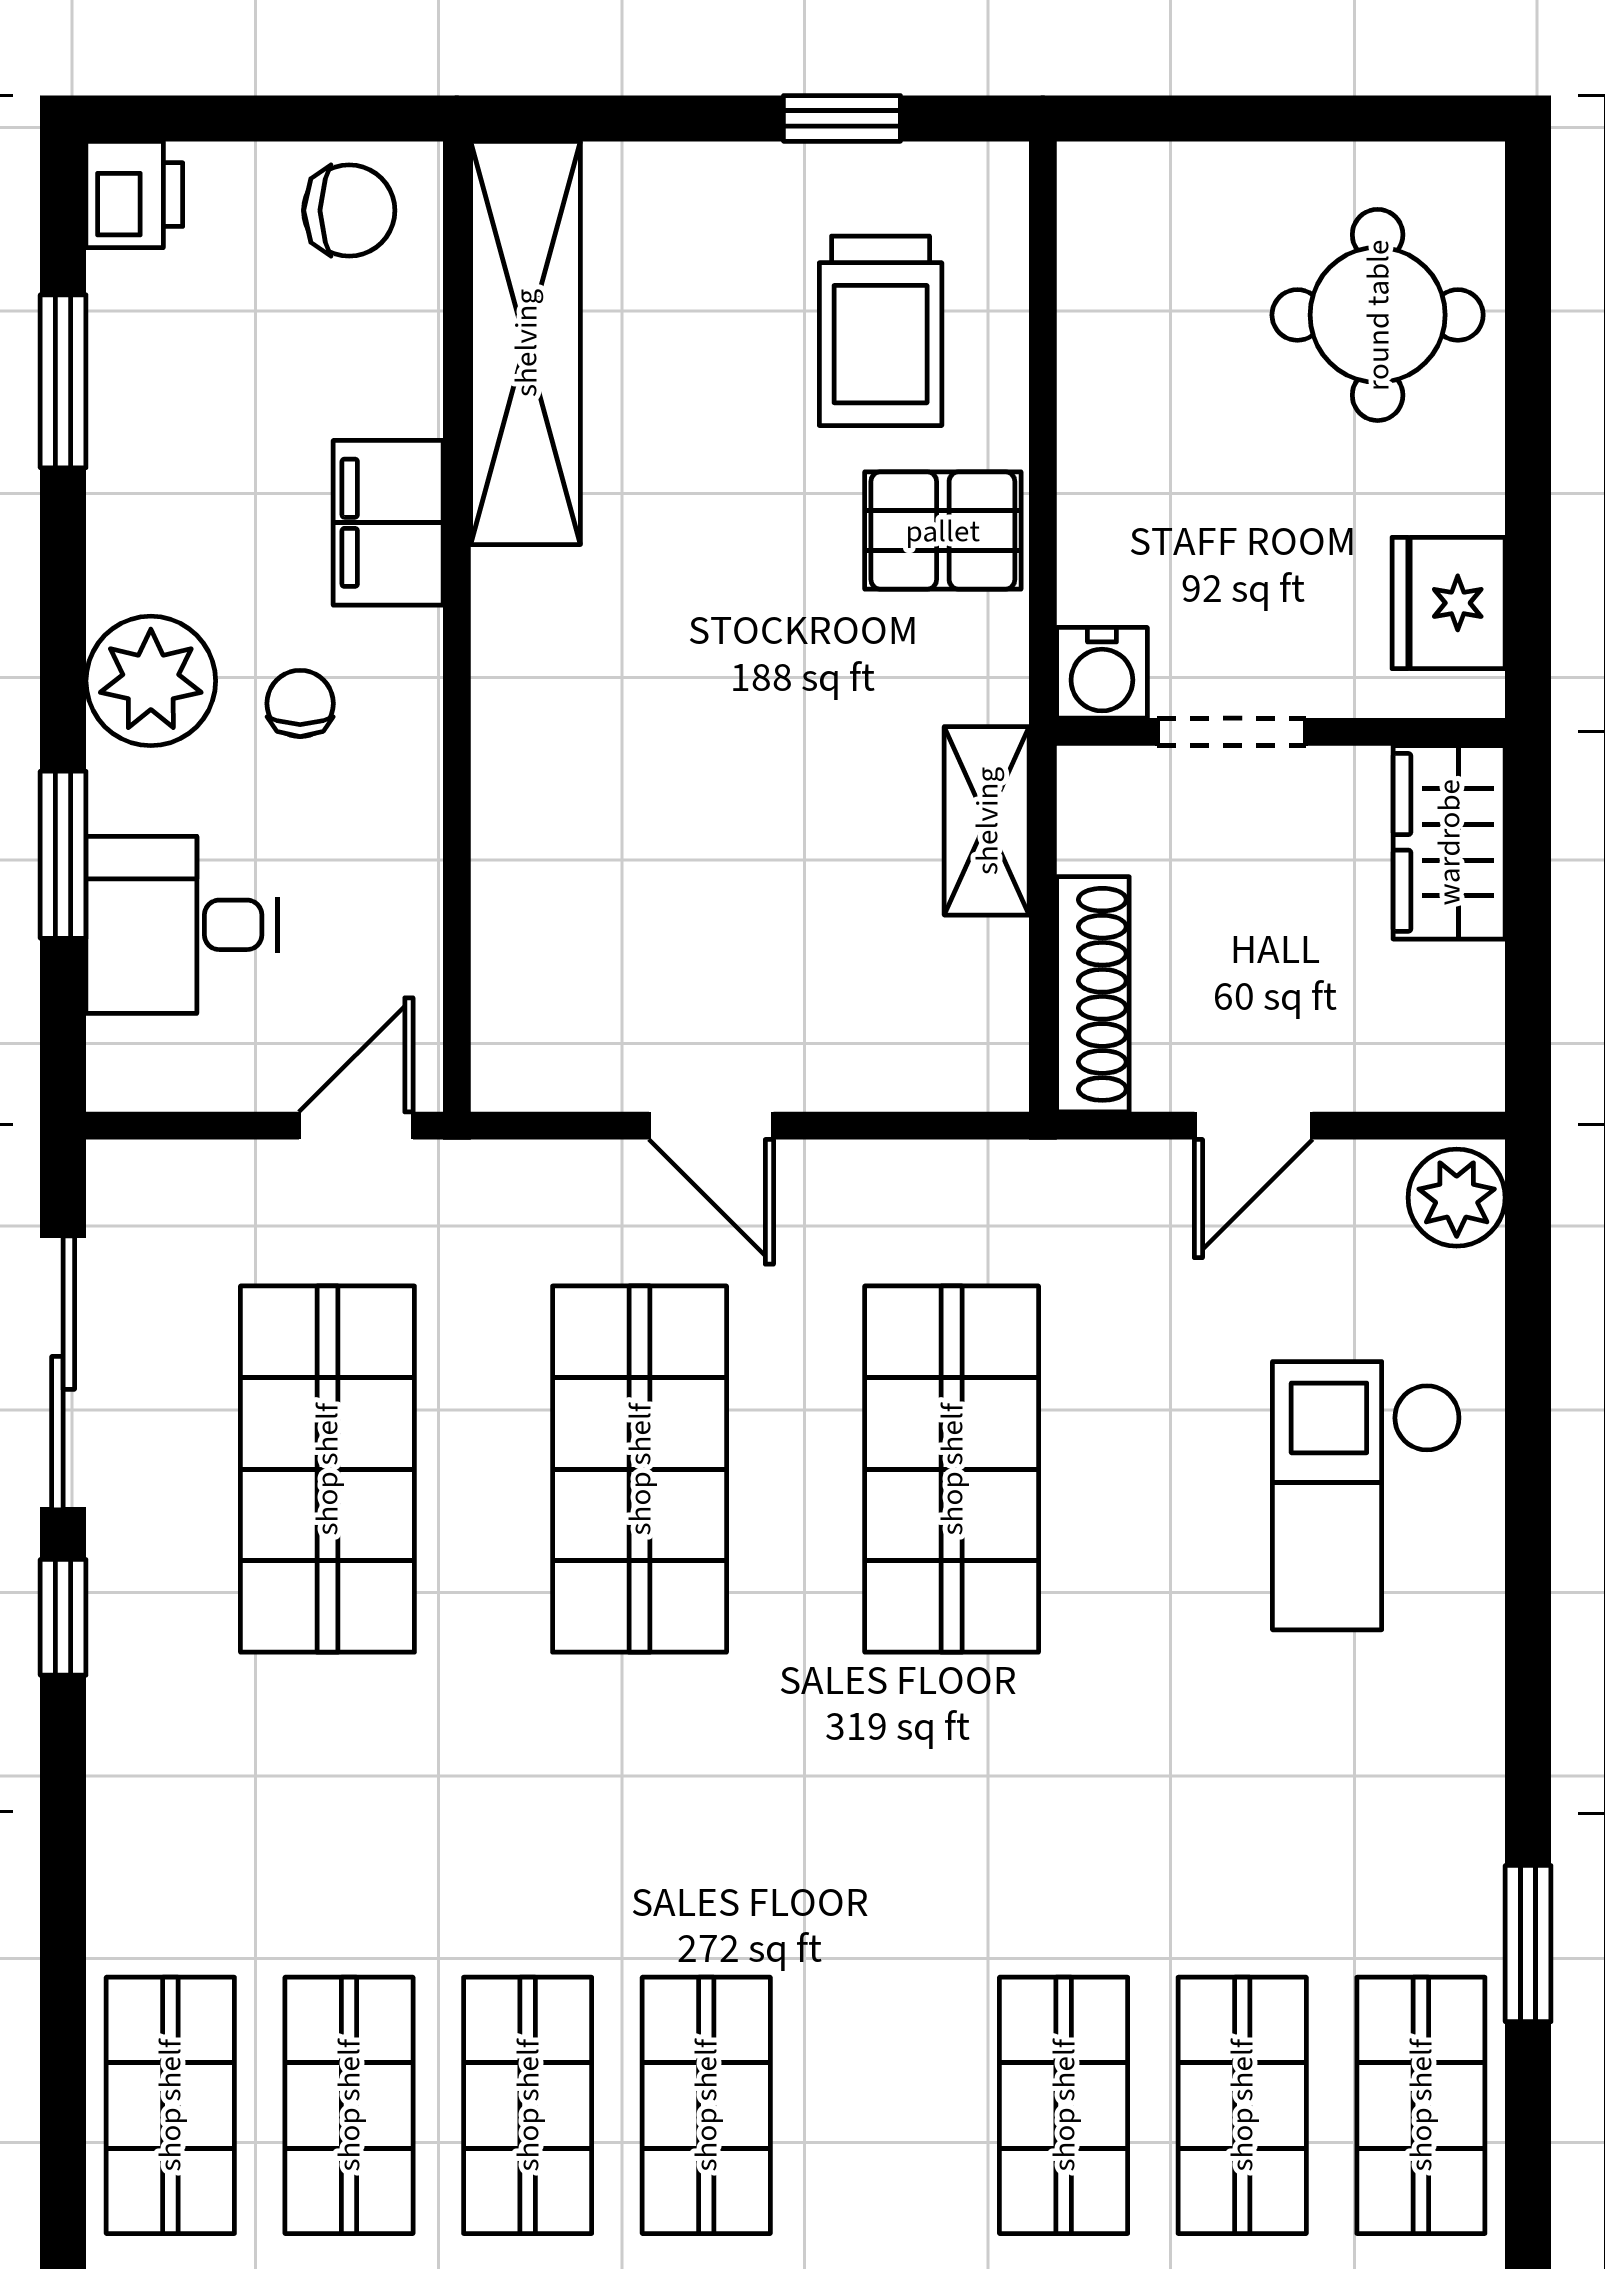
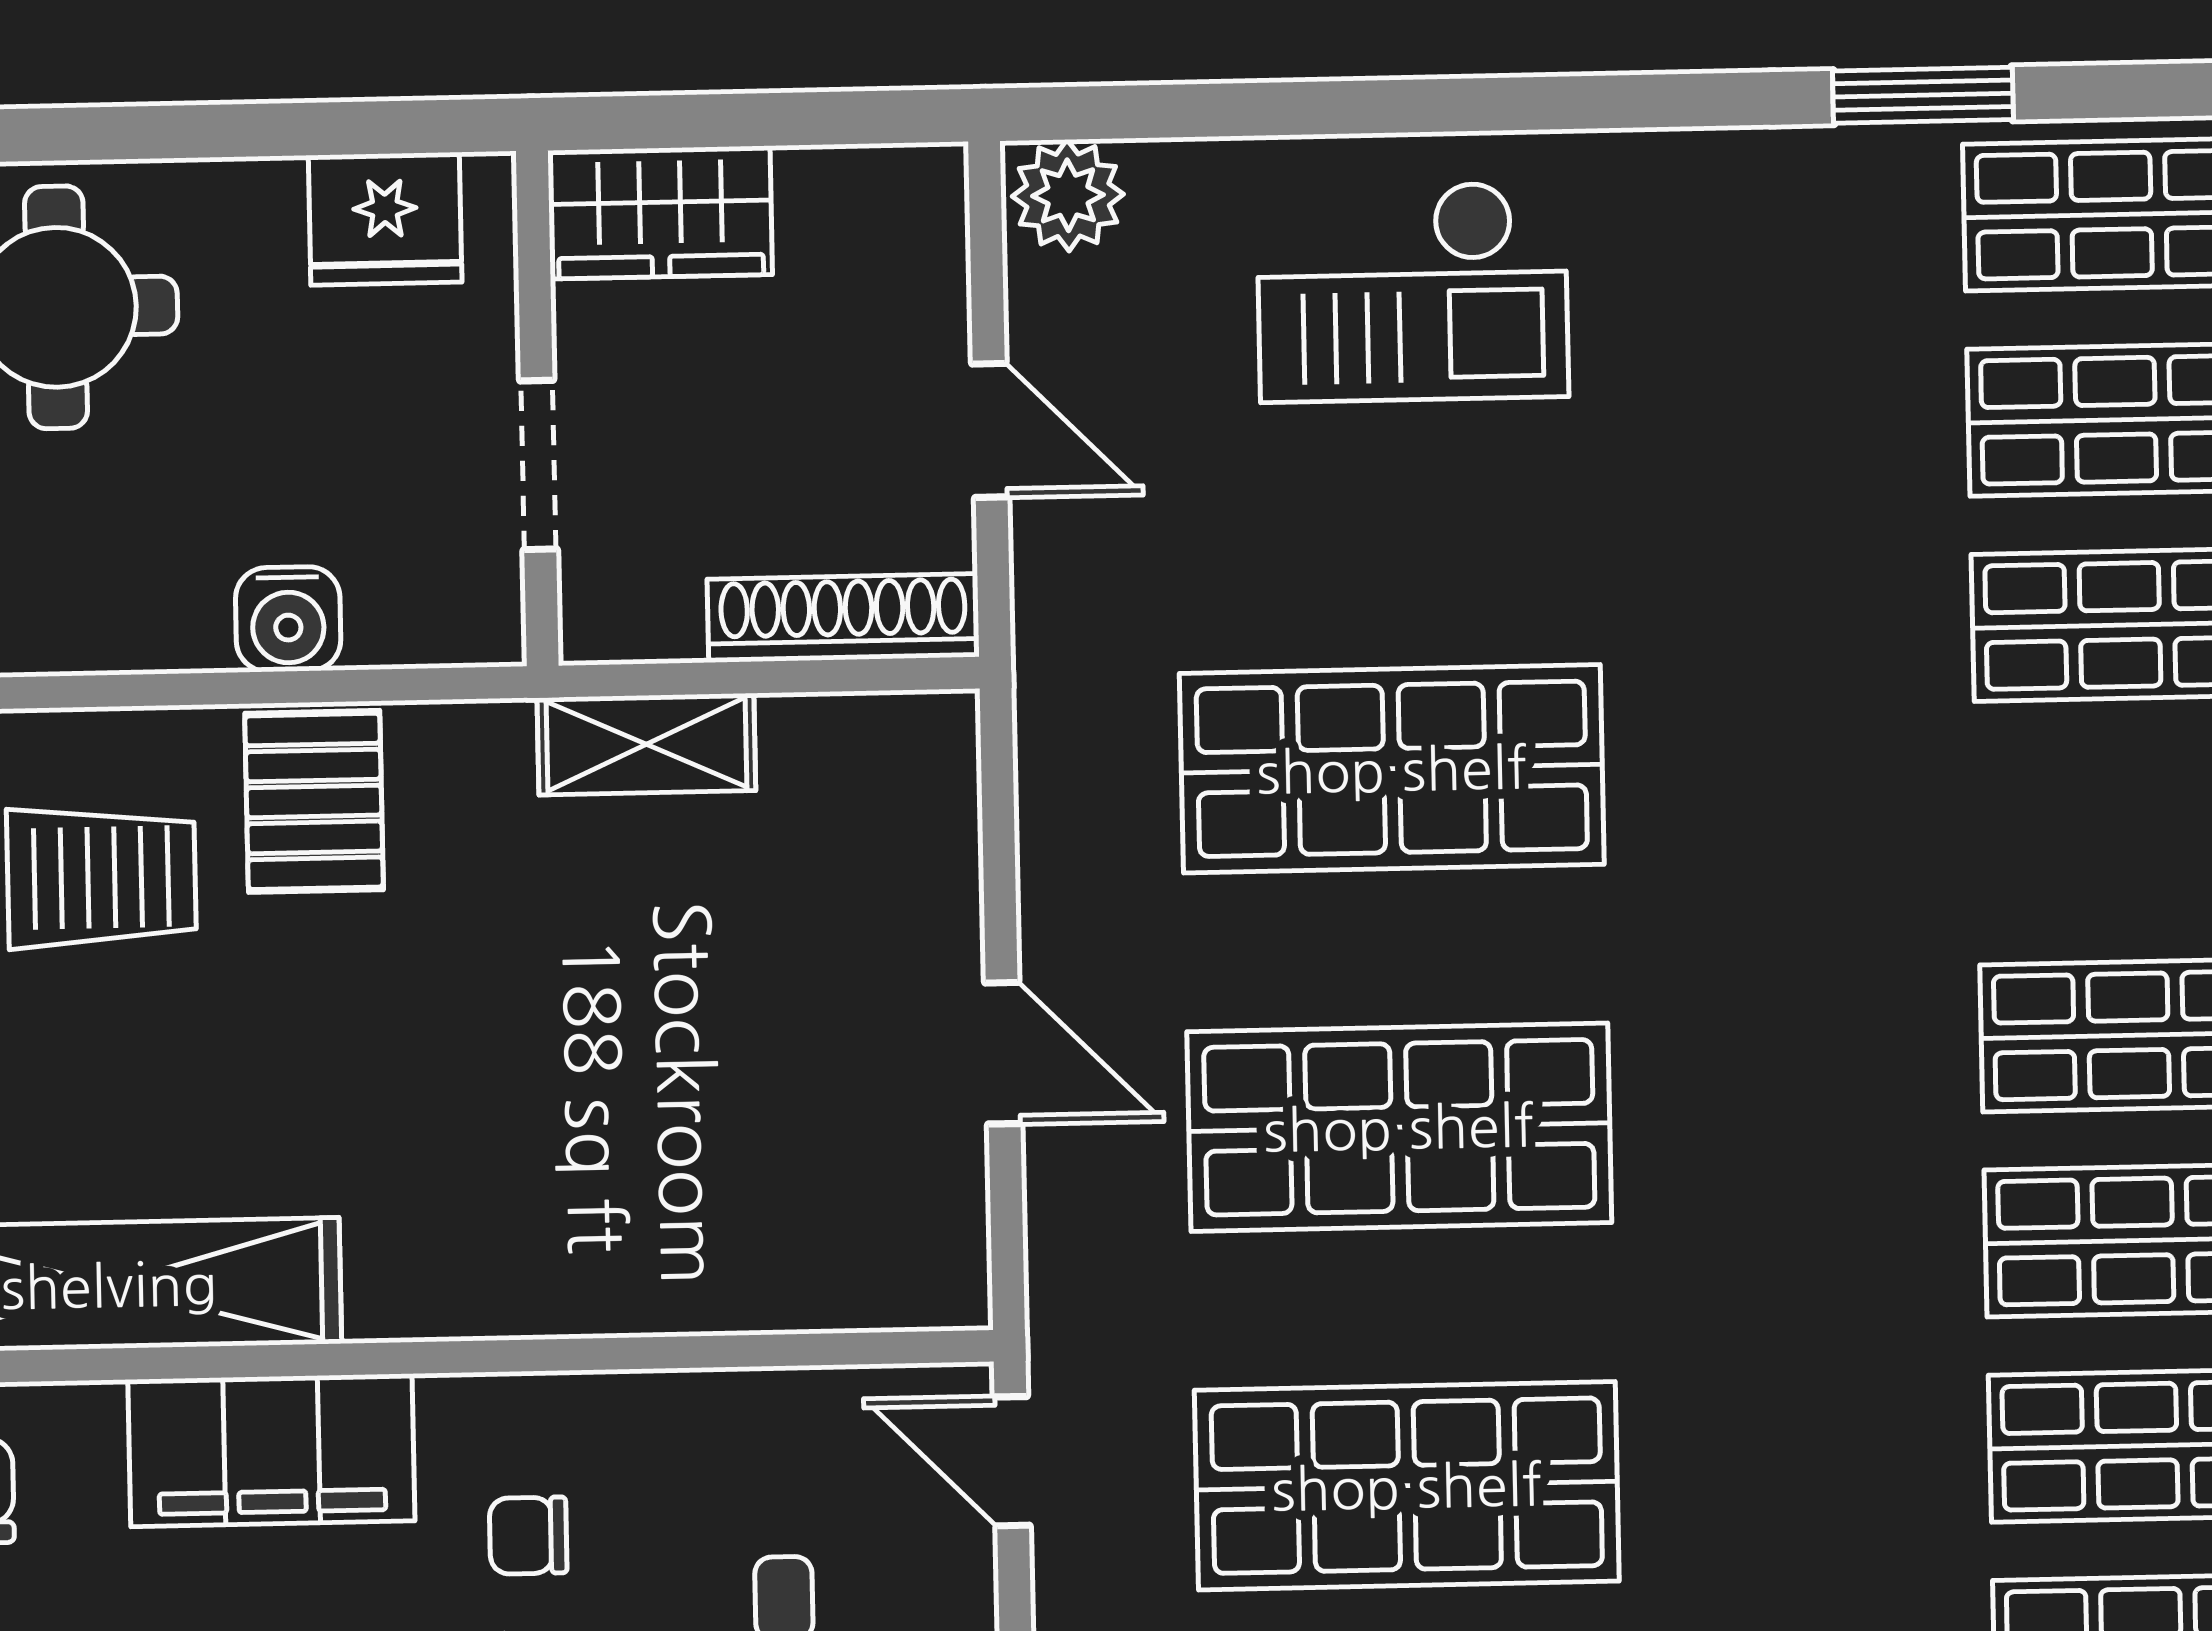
filing cabinet: (388, 523) -> (271, 1450), width x1.50, depth x1.17
water cooler: (1102, 673) -> (288, 619), moved, turned 90
door: (711, 1126) -> (1003, 1053), hinge flipped

